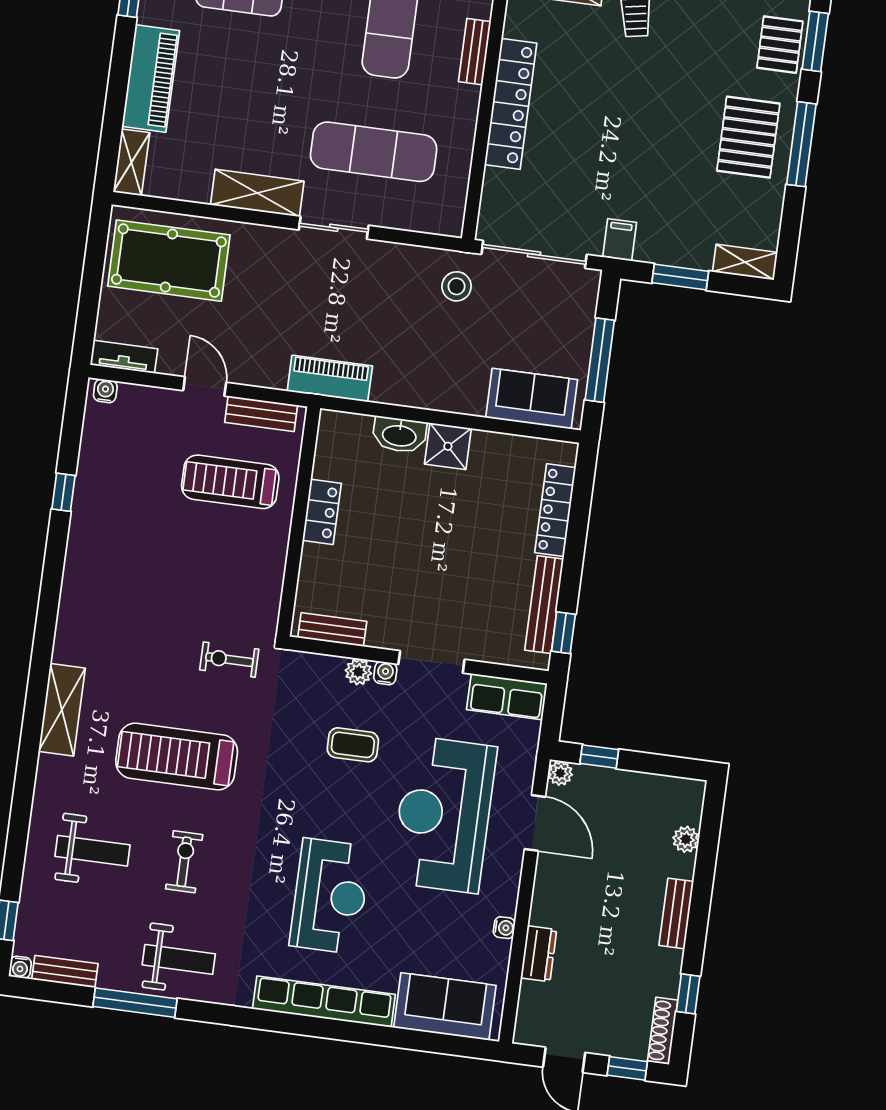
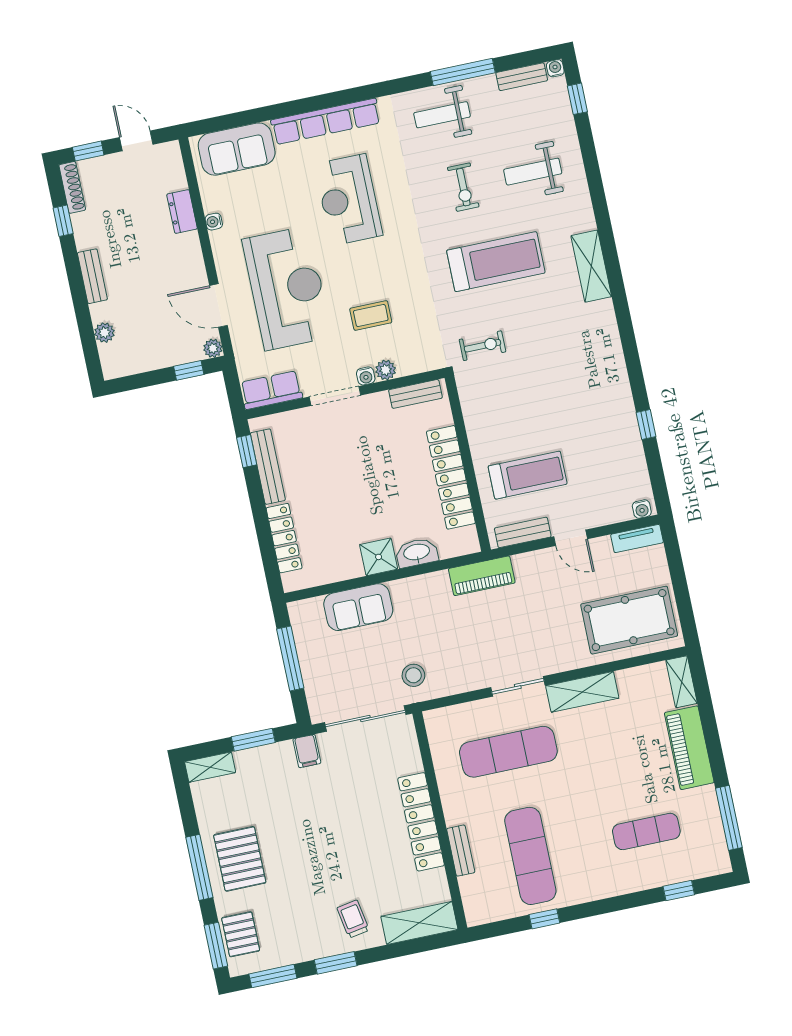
sofa: (532, 399) -> (358, 607), moved
locker: (322, 512) -> (451, 477), width x2.16, depth x1.21

